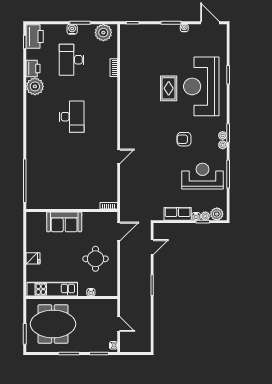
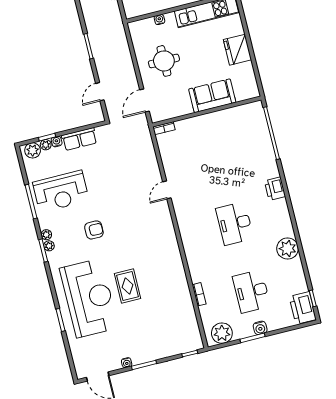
desk: (72, 60) -> (252, 291), turned 180
printer: (33, 68) -> (275, 189), moved
fridge: (33, 258) -> (237, 50), width x1.88, depth x1.34

